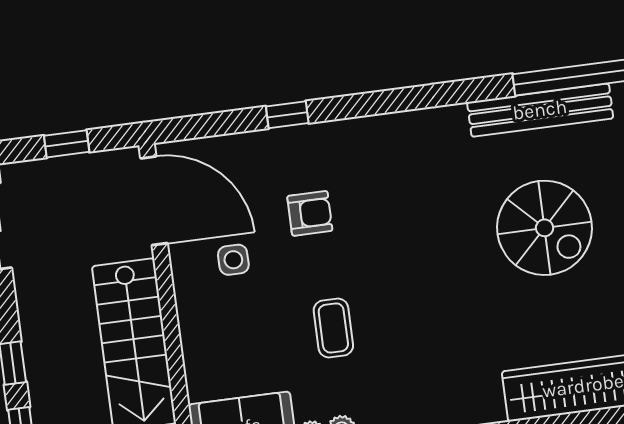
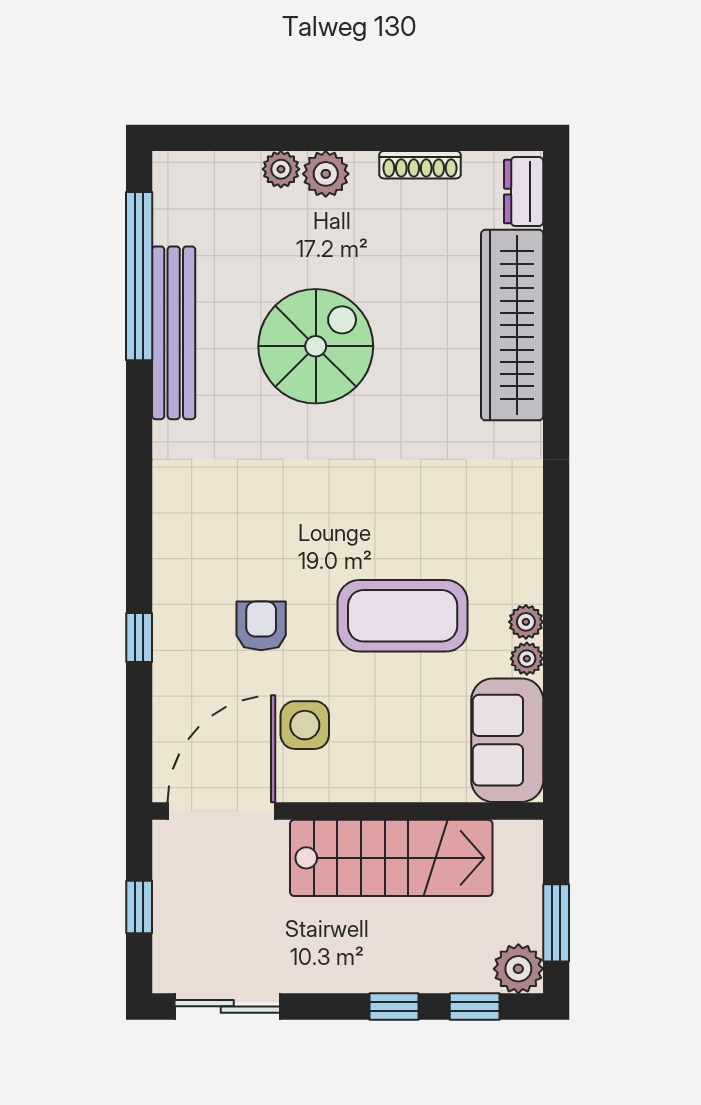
side table: (233, 260) -> (305, 725), width x1.37, depth x1.37
coffee table: (333, 328) -> (403, 616), width x1.86, depth x1.72

